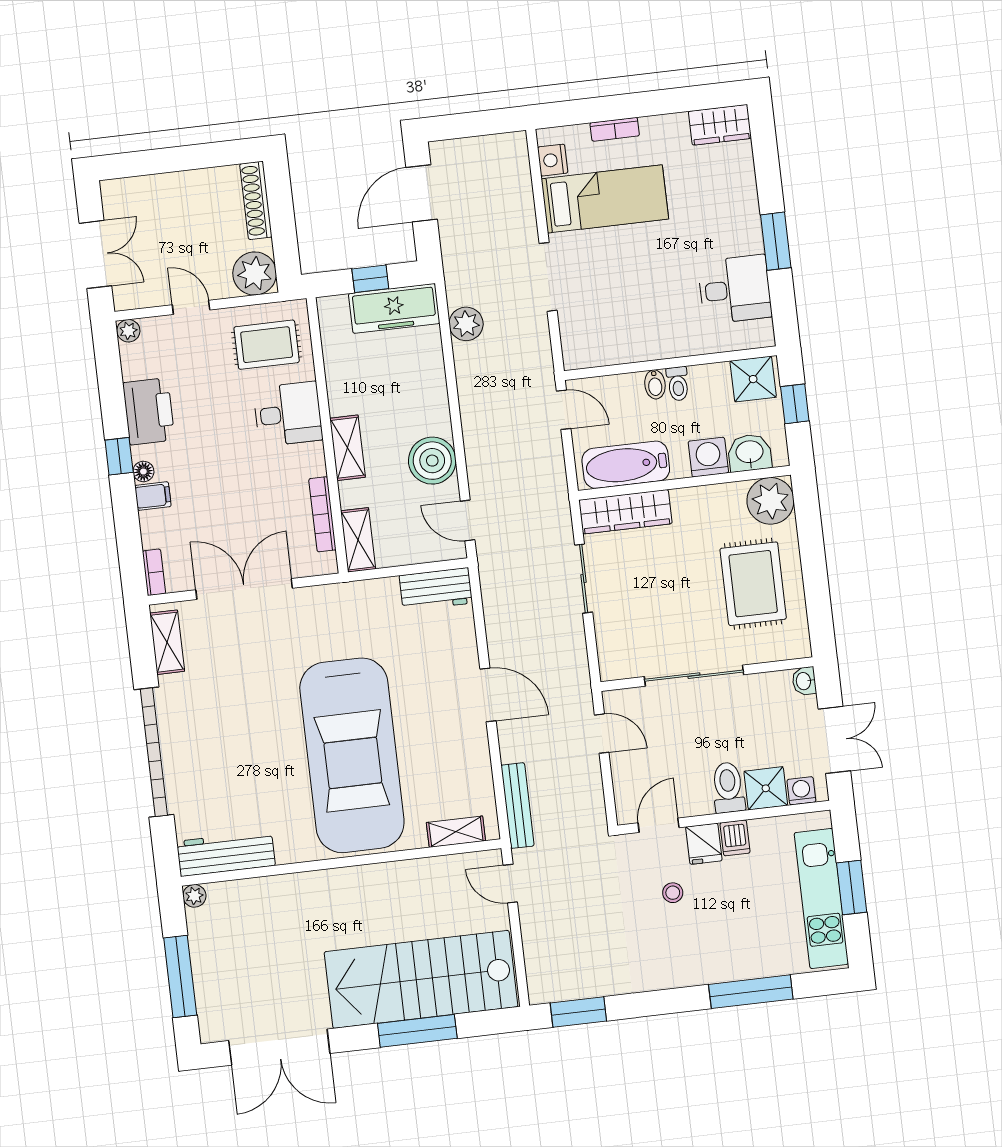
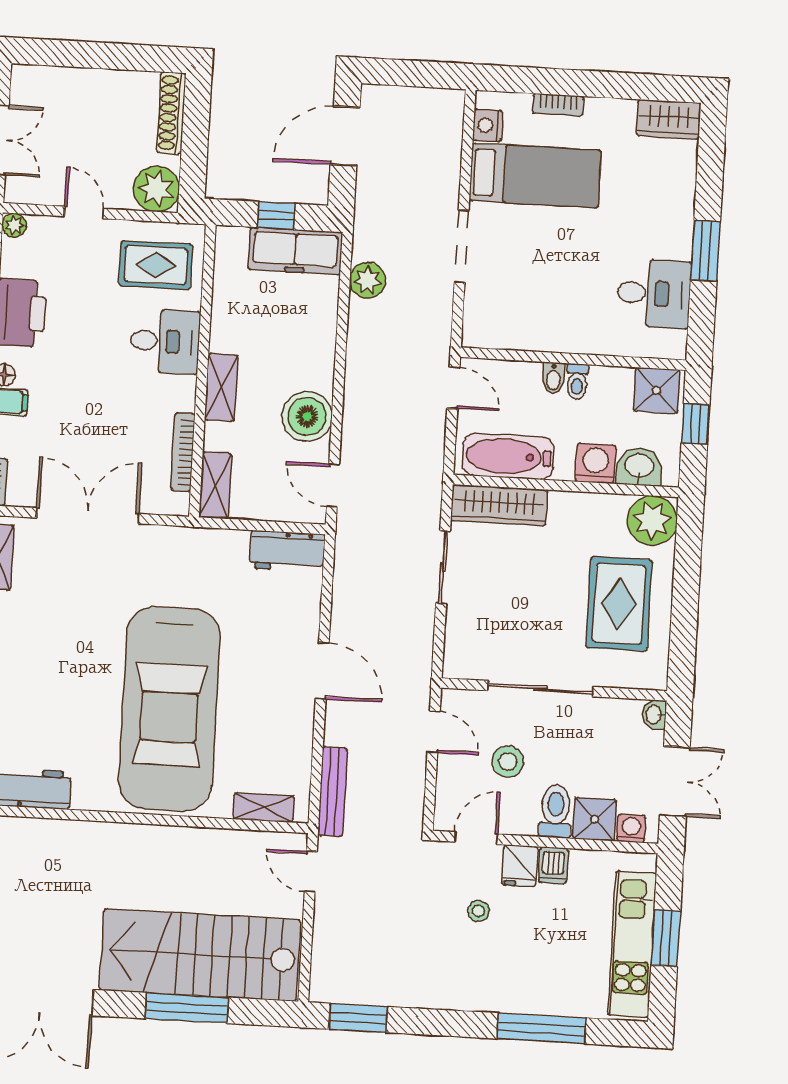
stool: (676, 749) -> (508, 762), added

